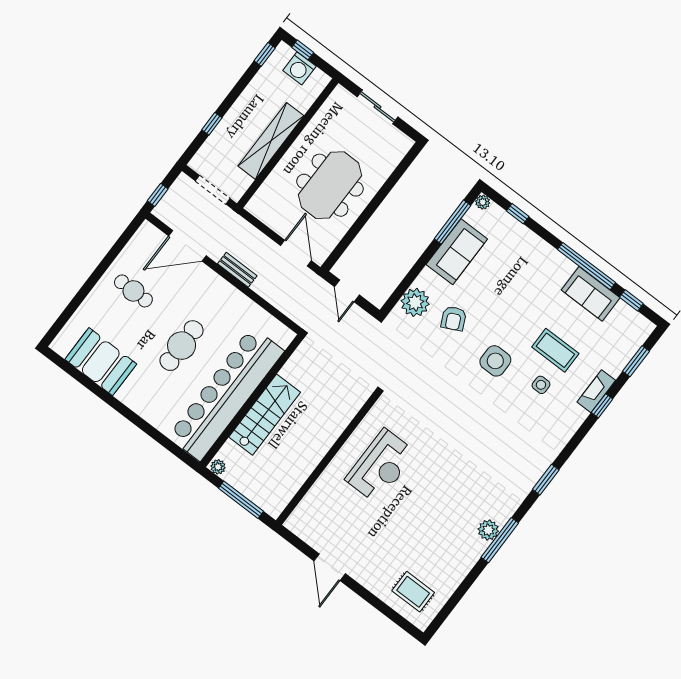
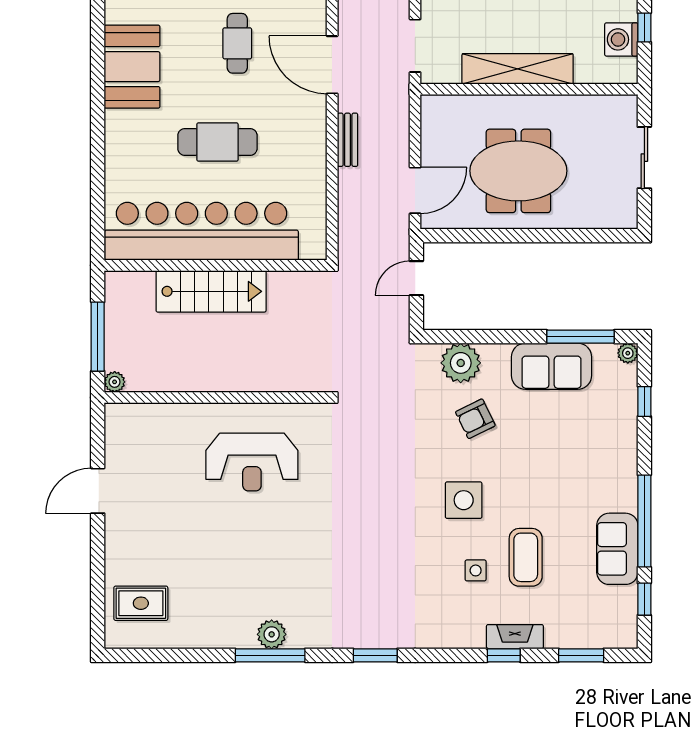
plant: (218, 467) -> (115, 382), moved
rug: (413, 592) -> (141, 603), turned 90

